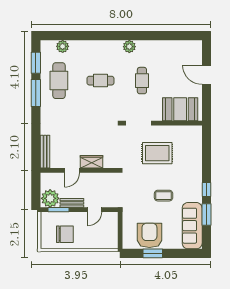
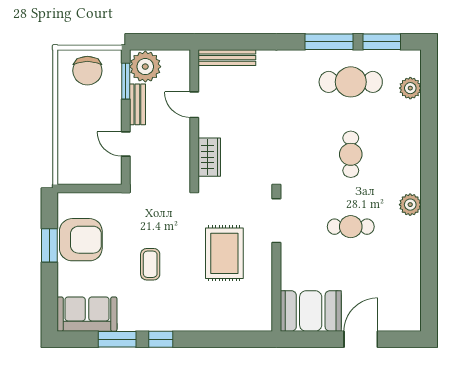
booth: (180, 109) -> (311, 311), moved, turned 90
wardrobe: (92, 162) -> (209, 157), moved
sofa: (192, 226) -> (87, 314), width x0.73
chair: (65, 234) -> (87, 71), moved

